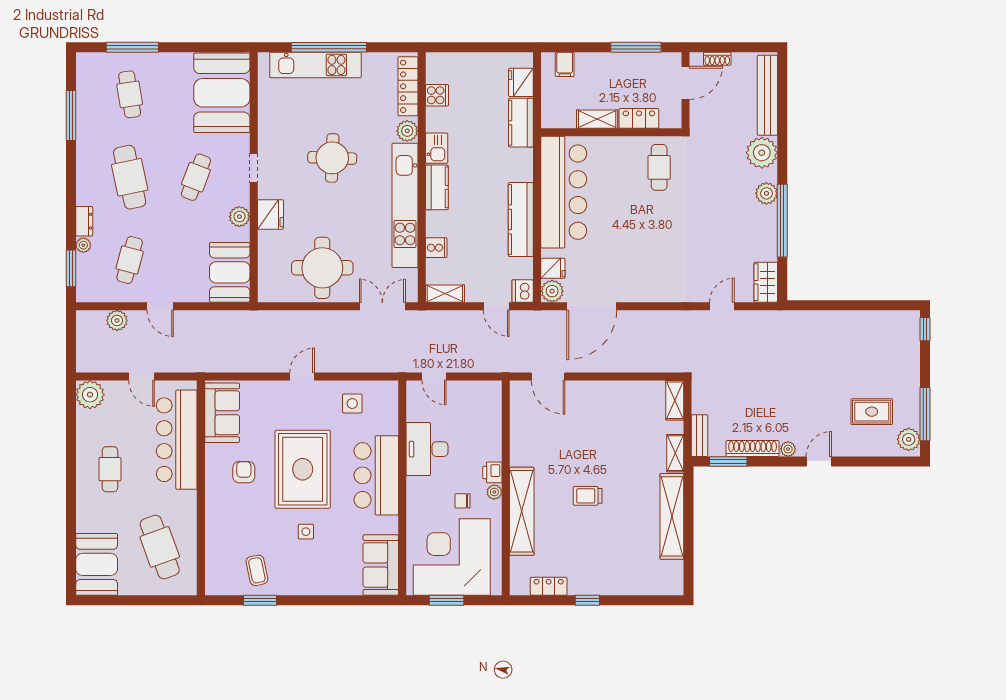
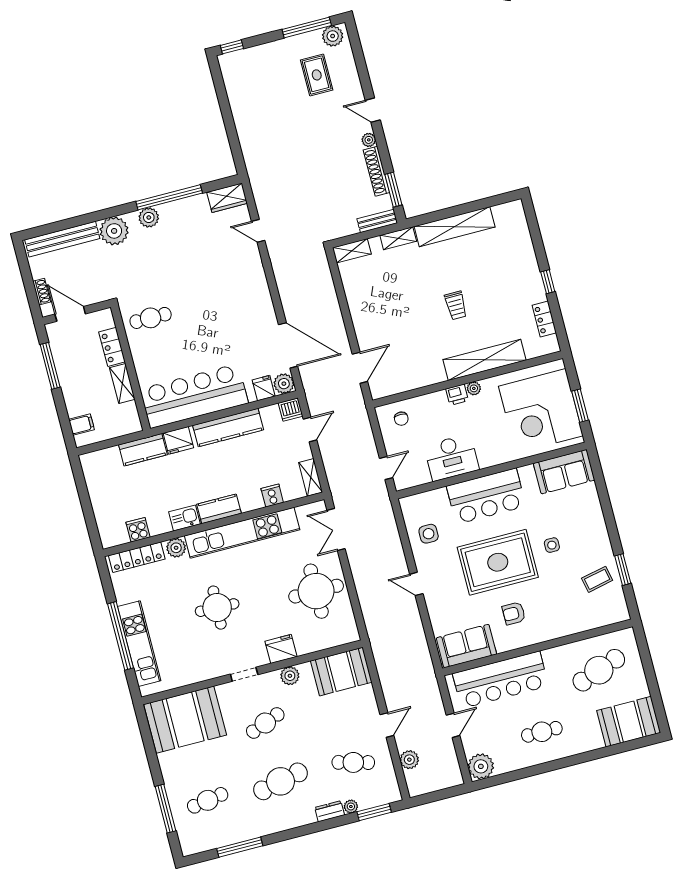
fridge: (521, 82) -> (178, 440), moved
cafe table: (196, 177) -> (265, 723), turned -42
chair: (463, 501) -> (401, 419), moved

